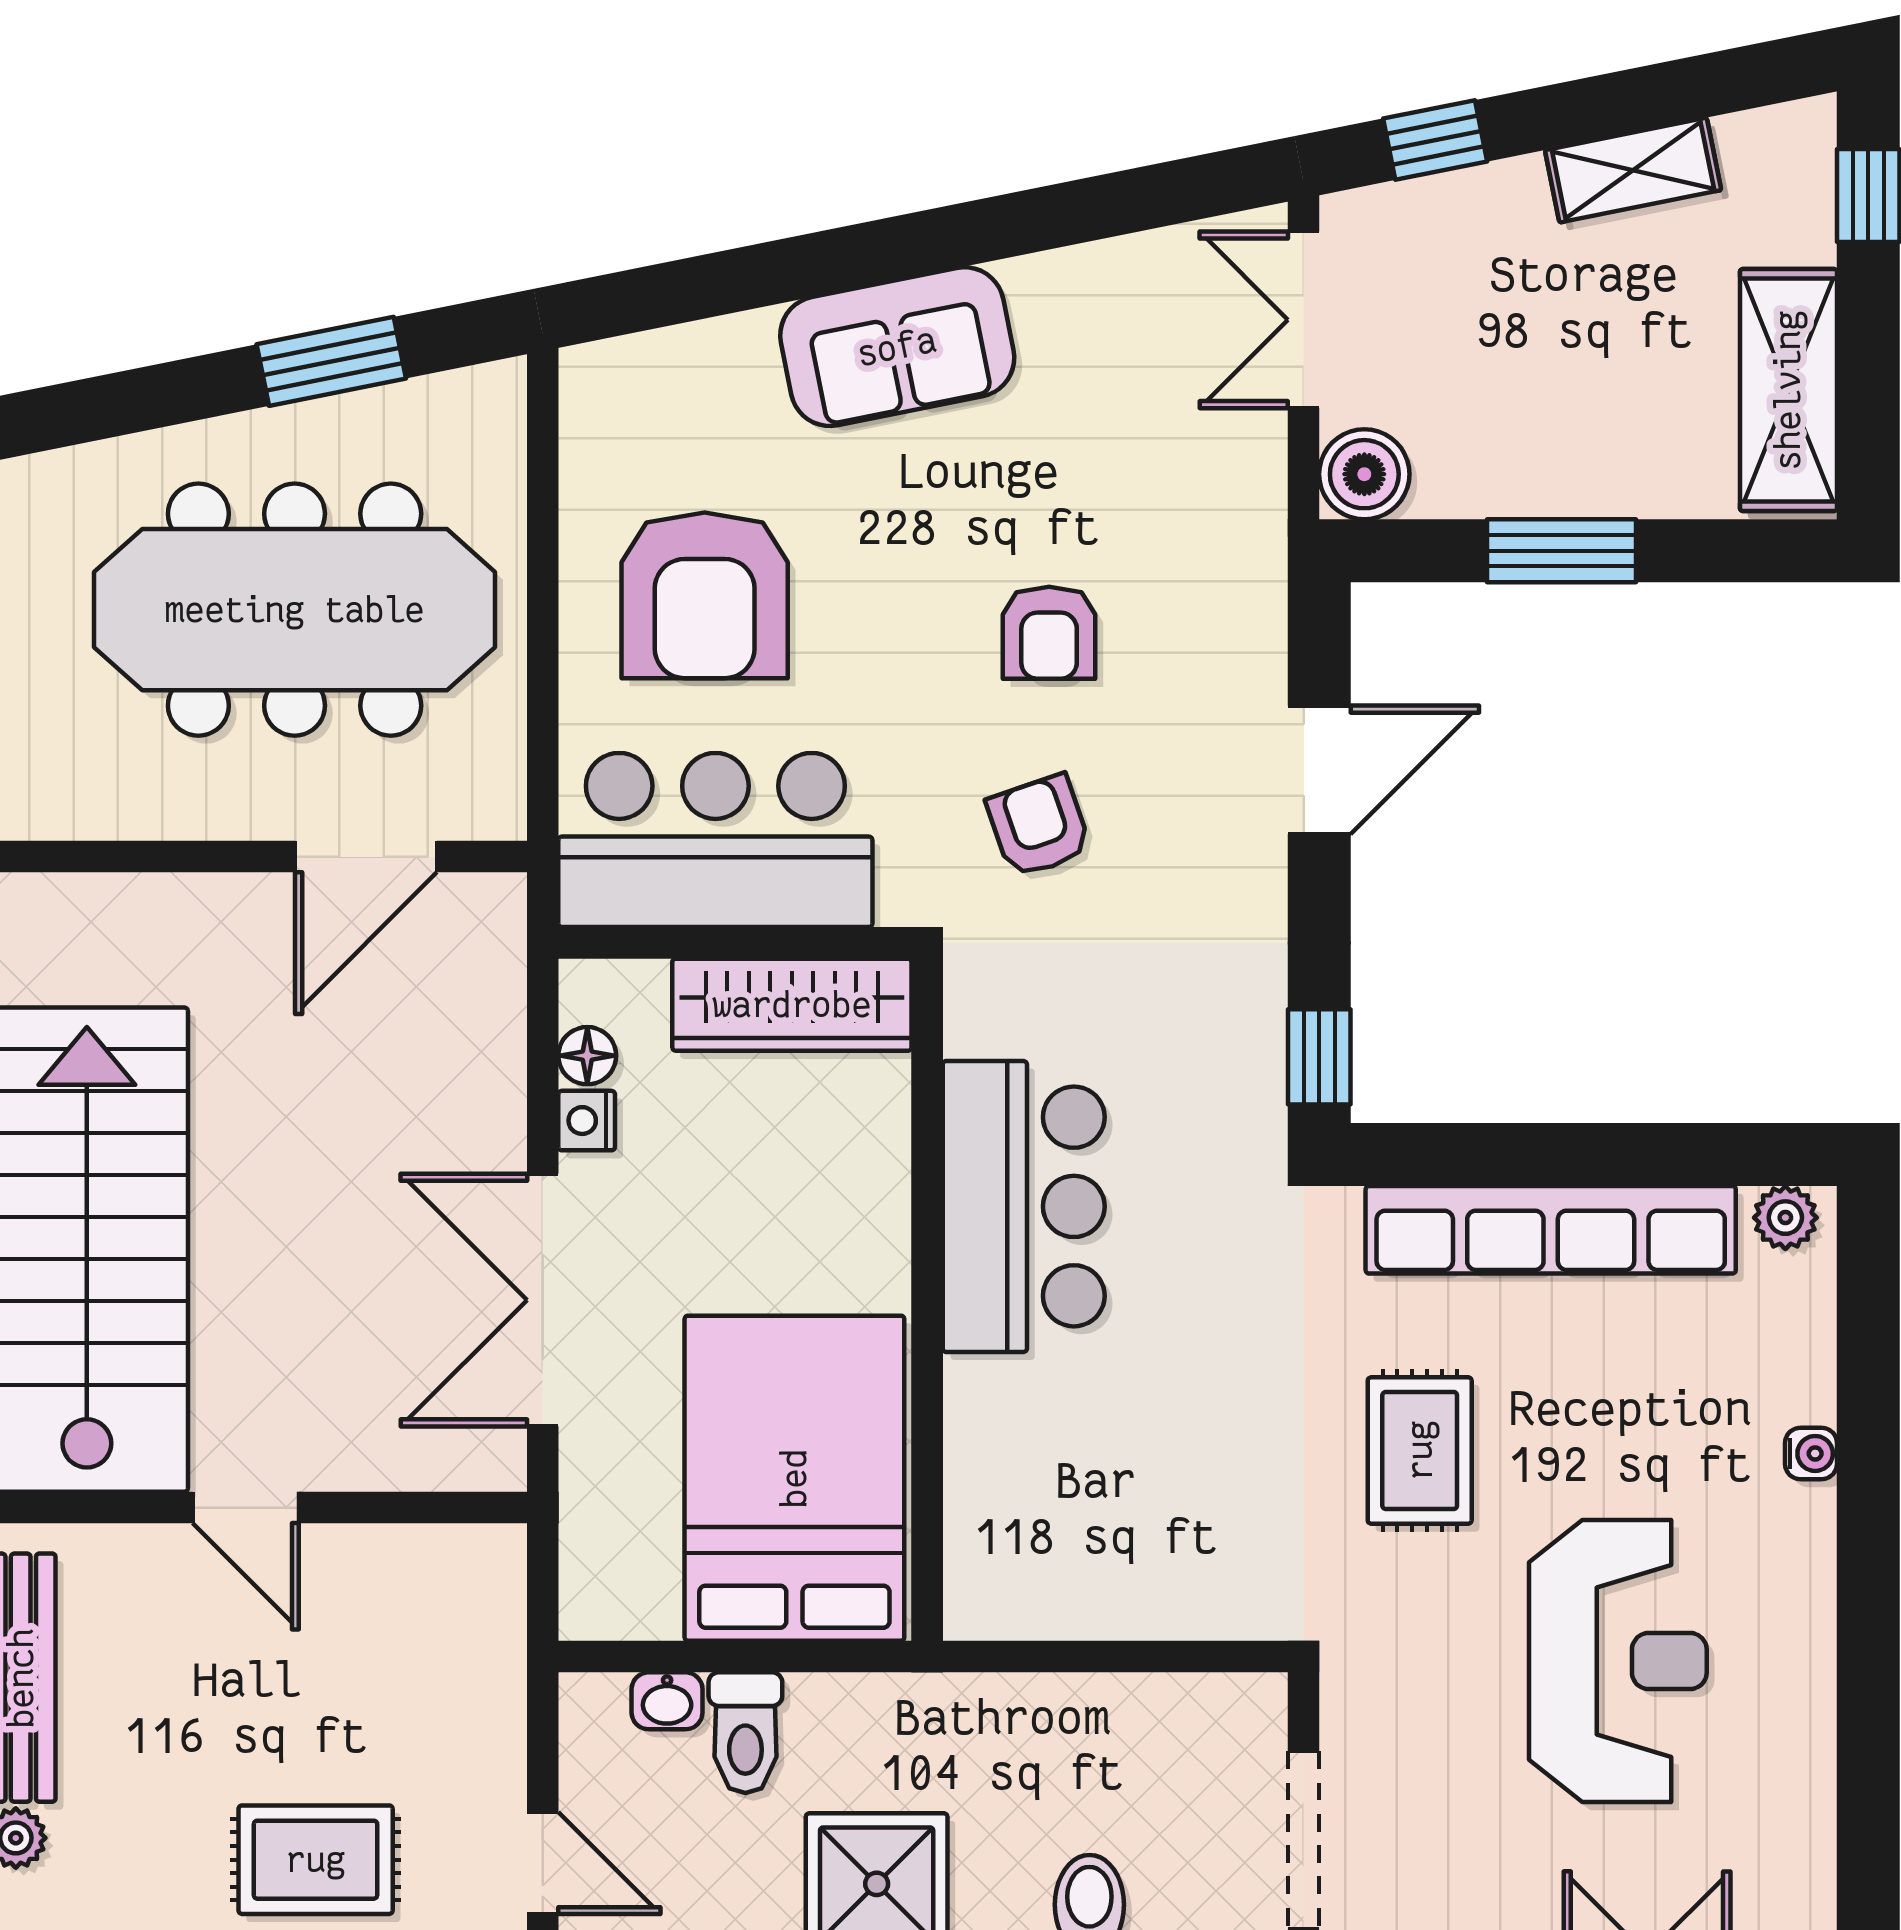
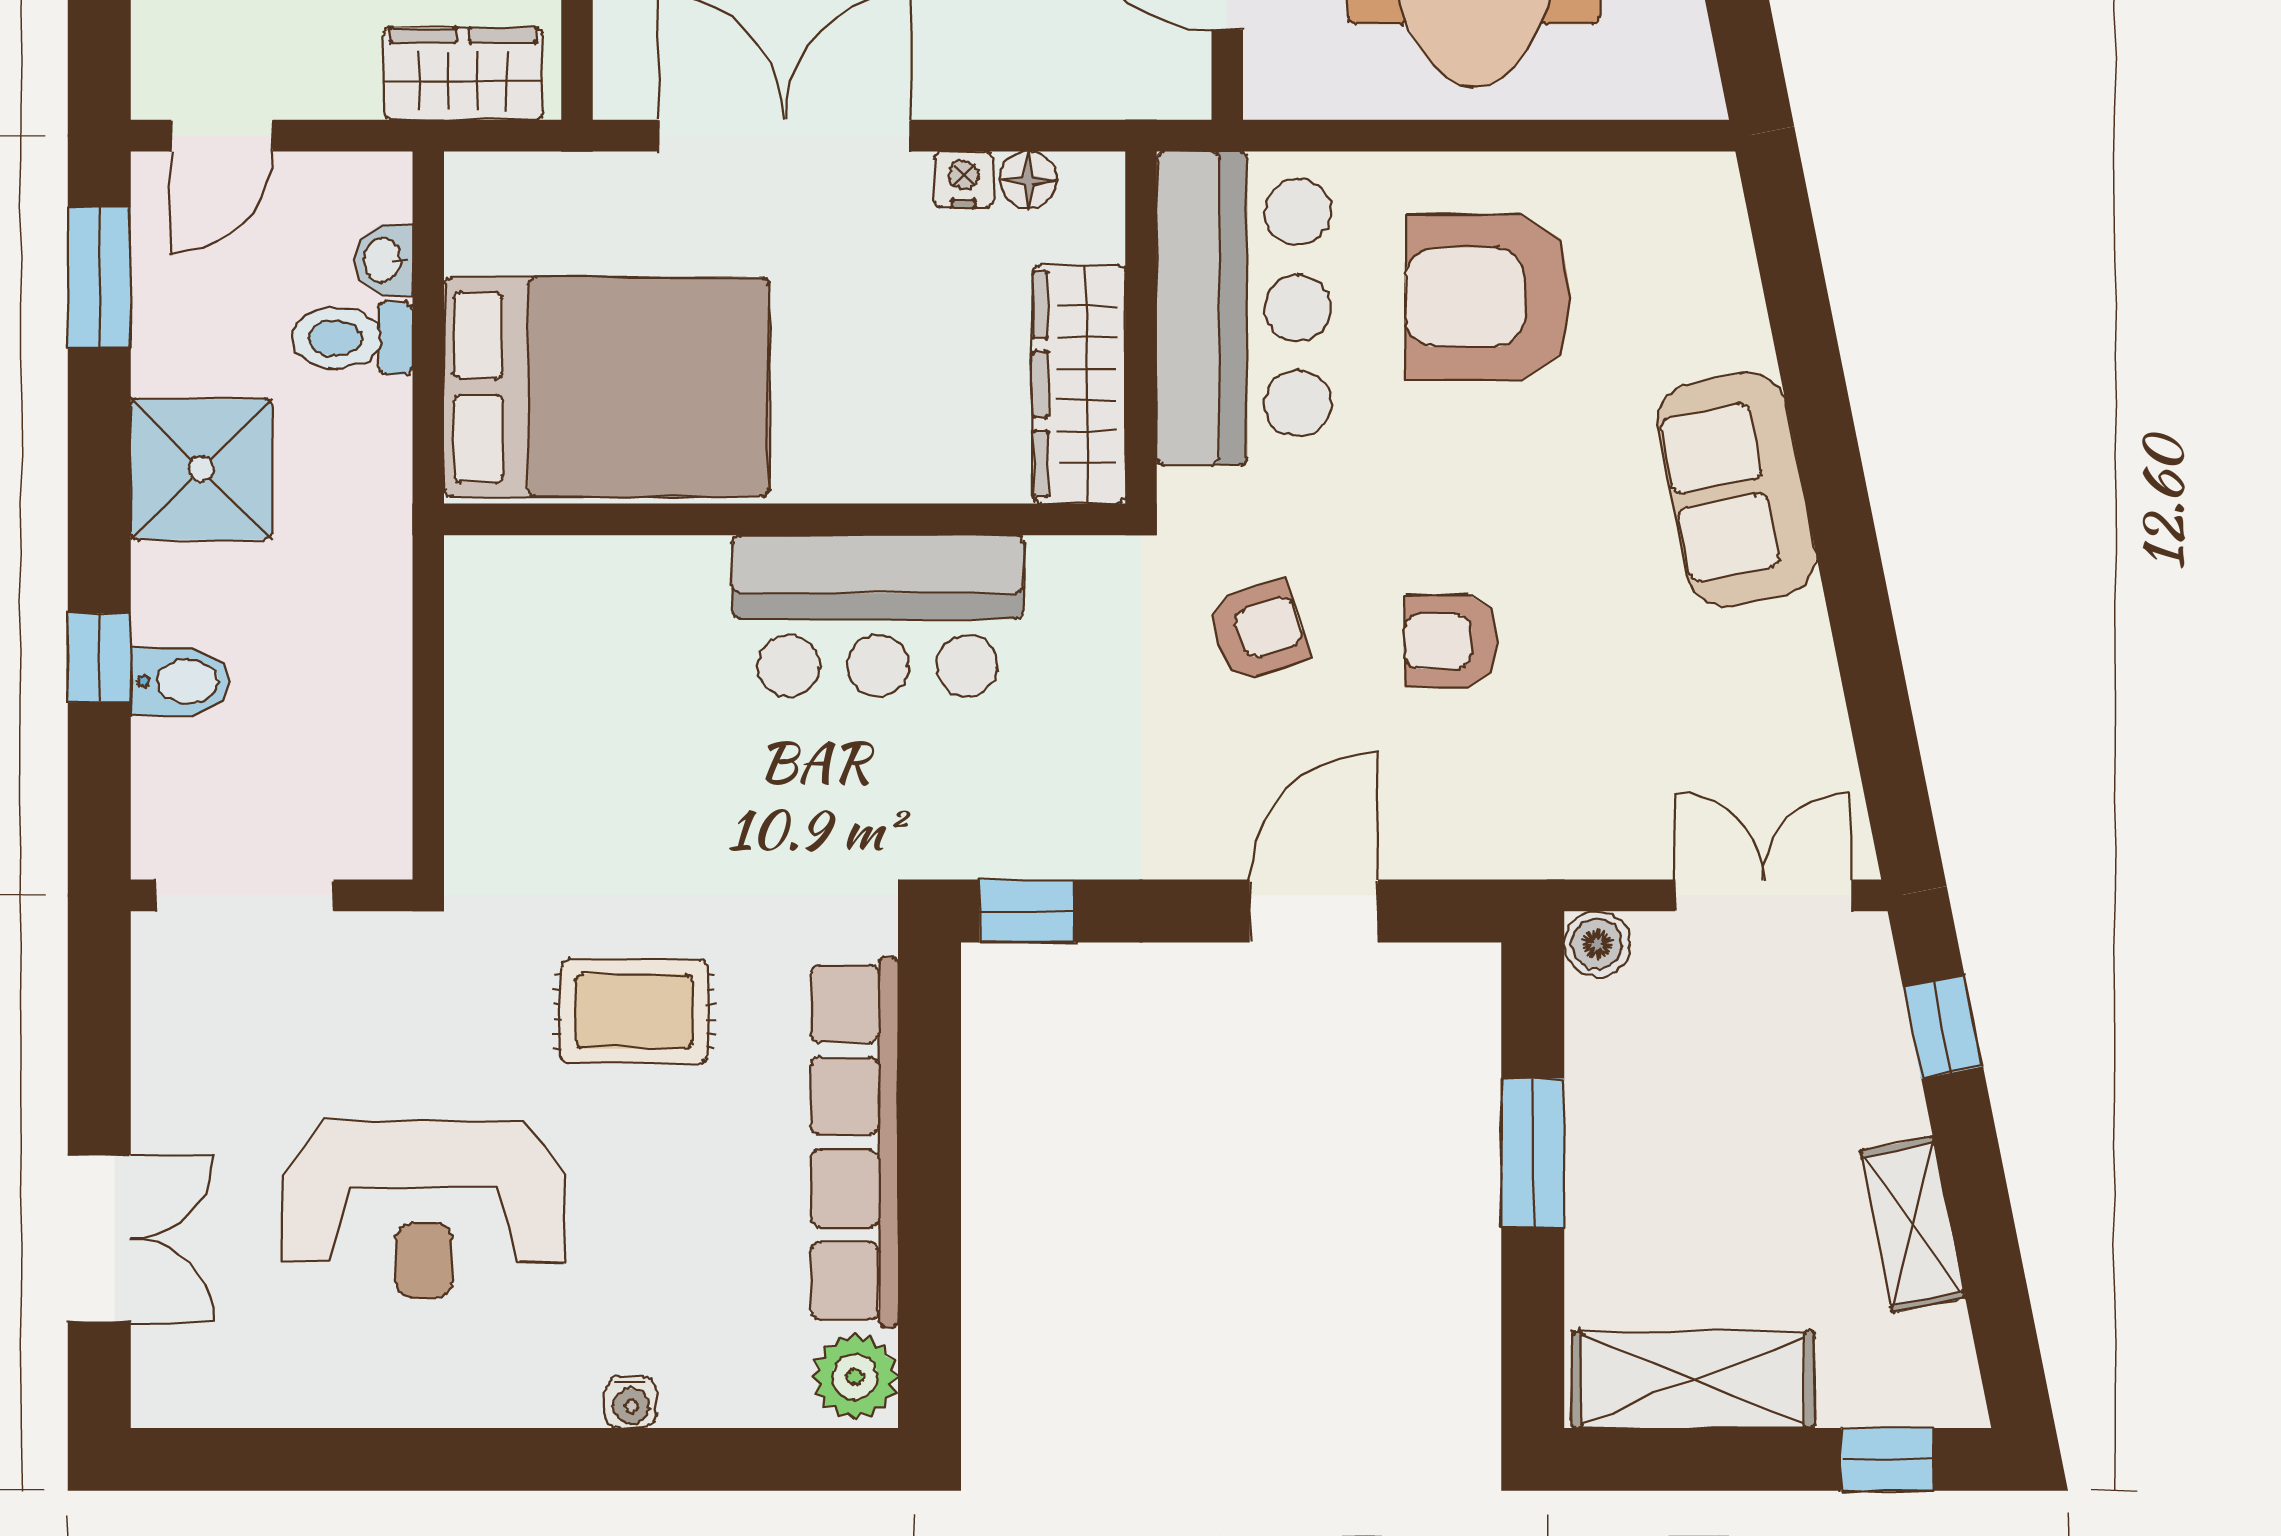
boiler: (1364, 474) -> (1597, 944), width x0.73, depth x0.73
door: (1319, 770) -> (1314, 911), swing flipped
plant: (1785, 1218) -> (855, 1377), width x1.38, depth x1.38
wardrobe: (481, 1622) -> (463, 74), added

